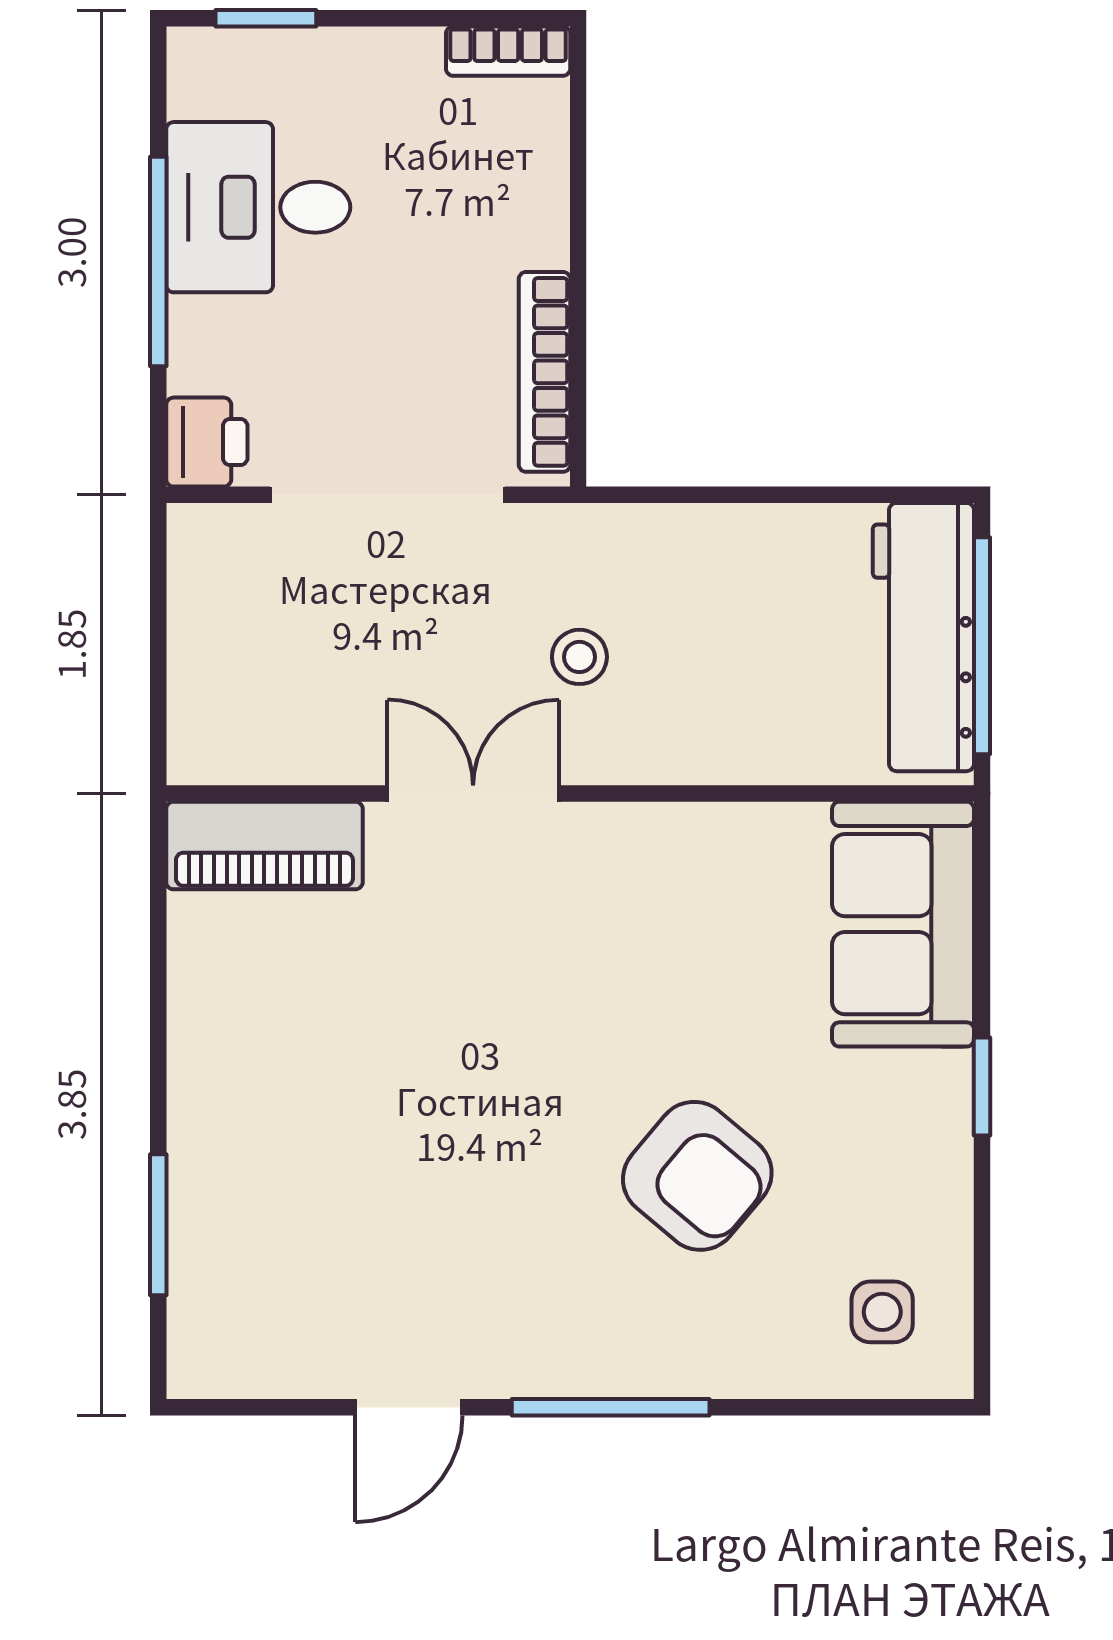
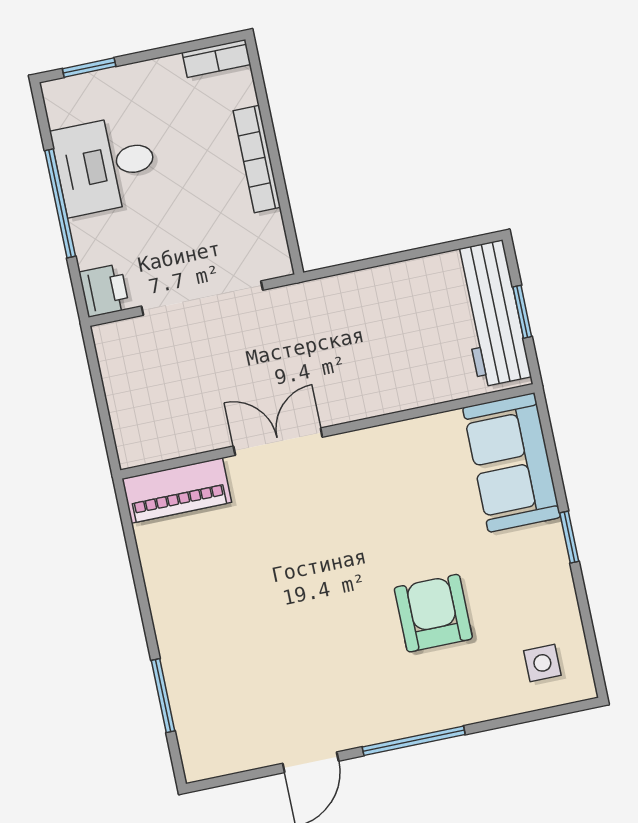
bookcase: (544, 372) -> (257, 159), moved
window: (982, 646) -> (522, 312), width x0.46
stool: (579, 657) -> (318, 360), removed
armchair: (697, 1176) -> (433, 613), turned -130

